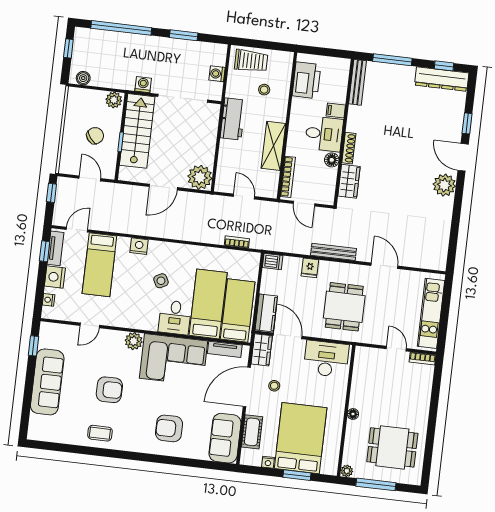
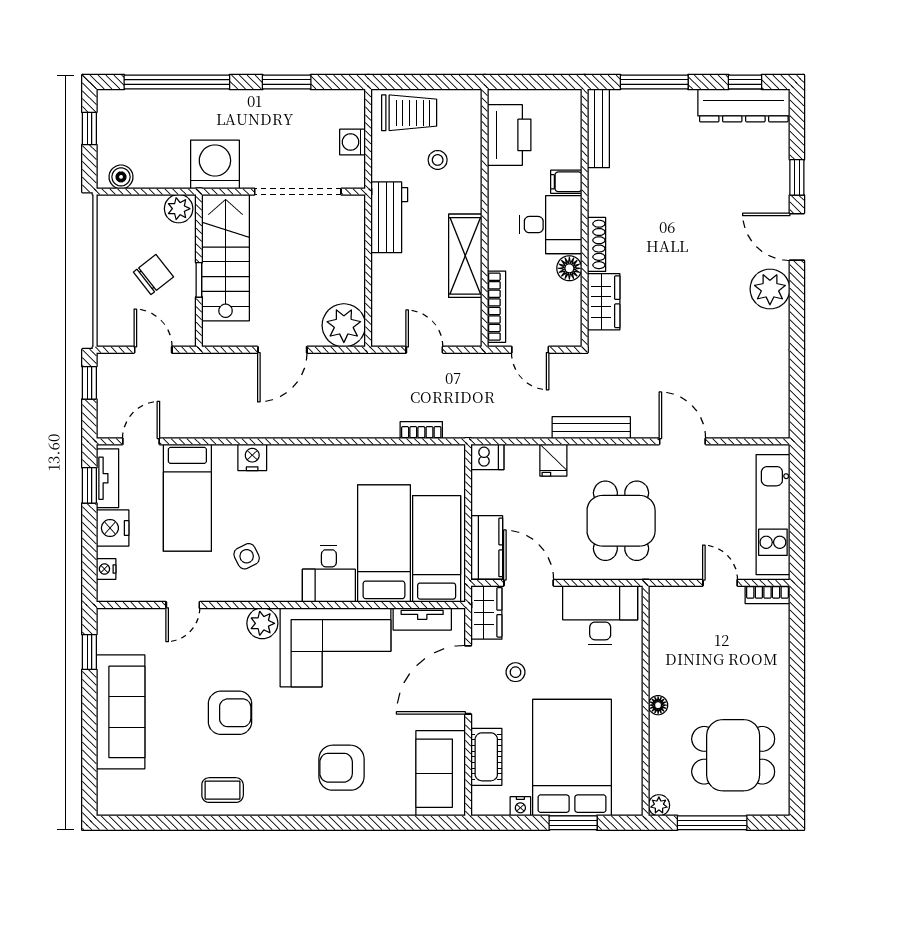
washing machine: (143, 85) -> (215, 164), width x1.89, depth x1.89
side table: (161, 281) -> (247, 556), moved

